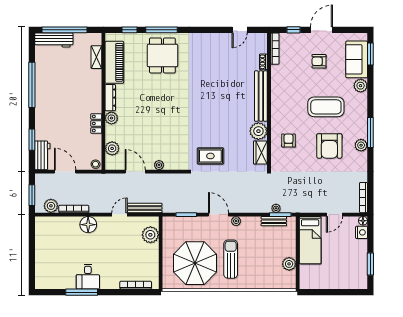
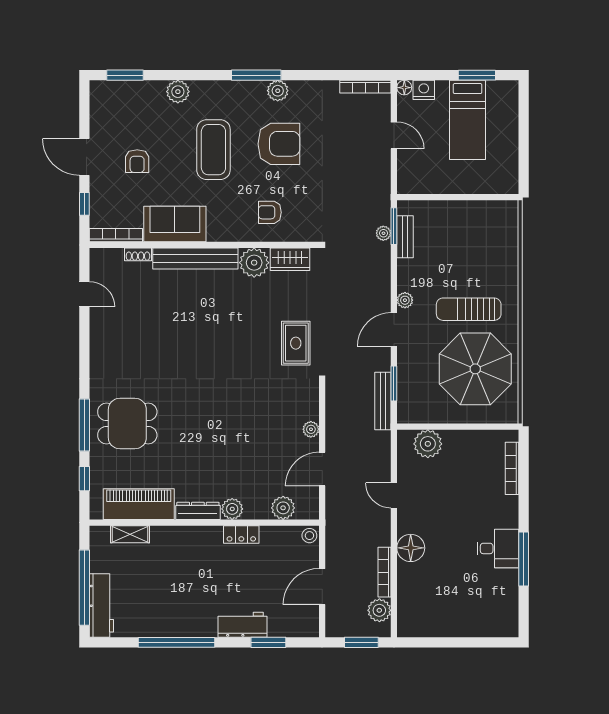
sofa: (357, 59) -> (175, 224), moved, turned 180
workbench: (42, 155) -> (243, 625), moved
bench: (145, 208) -> (383, 401), moved
bed: (310, 240) -> (468, 120), moved, turned 90
plant: (289, 264) -> (477, 211), removed

